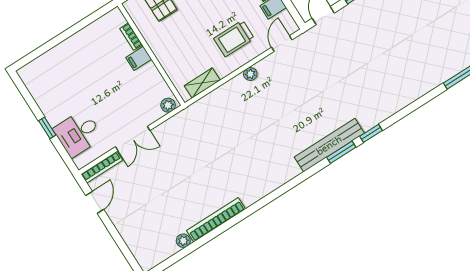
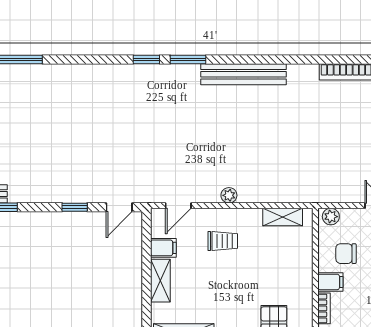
trolley: (234, 39) -> (223, 241), width x0.73, depth x0.72
chair: (140, 86) -> (346, 254), added
bench: (329, 145) -> (243, 74), moved

